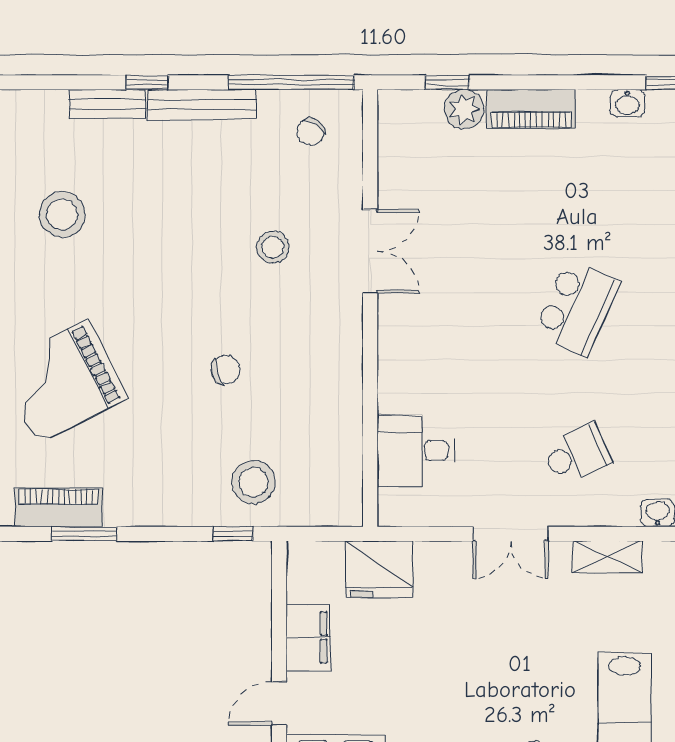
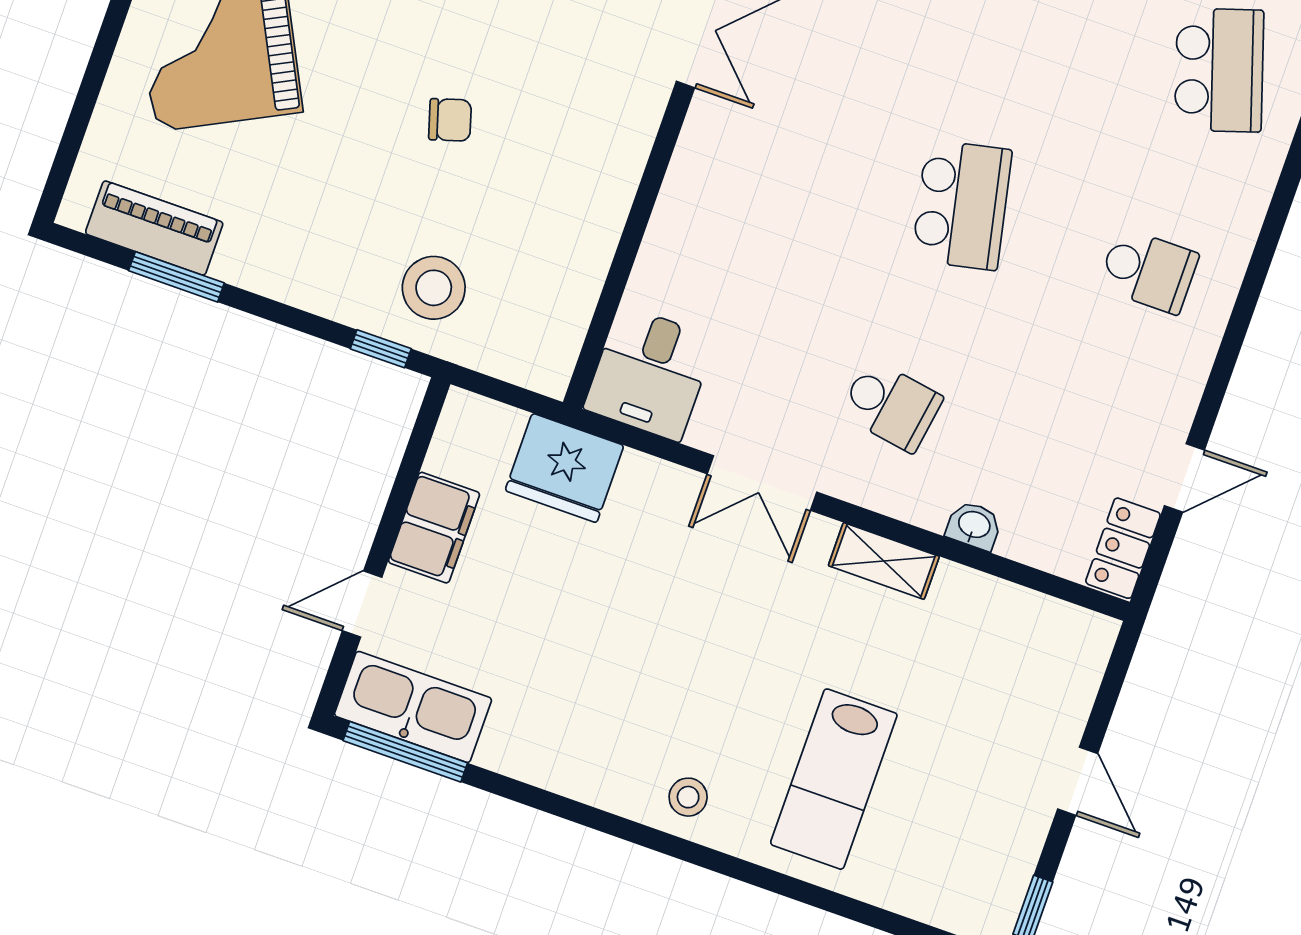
school desk: (577, 308) -> (962, 205), turned -36
desk: (416, 451) -> (650, 373), moved, turned -90
school desk: (577, 454) -> (891, 406), turned 33

